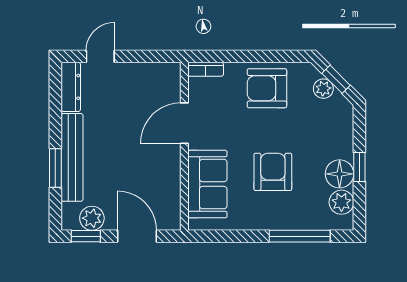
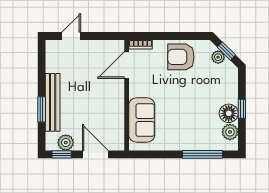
dresser: (71, 87) -> (52, 56), removed
door: (184, 123) -> (127, 65), moved
armchair: (273, 172) -> (185, 112), removed

